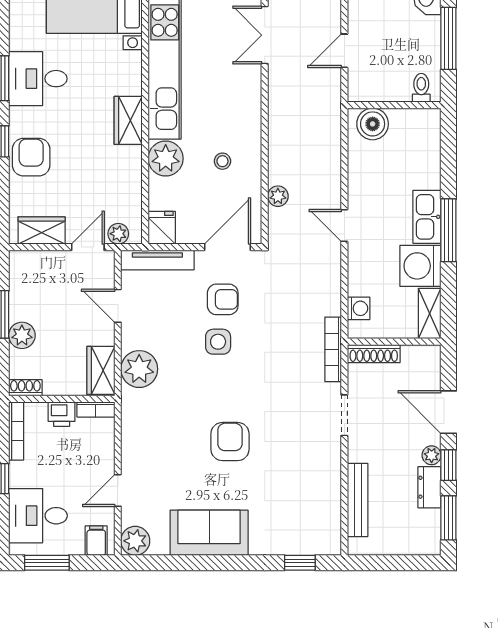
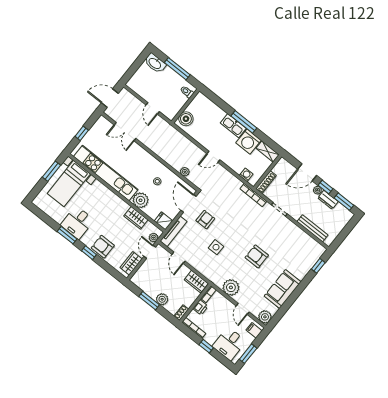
wardrobe: (128, 120) -> (136, 218), moved
door: (118, 306) -> (178, 258), hinge flipped
side table: (218, 342) -> (216, 247), moved
plant: (139, 369) -> (231, 287), moved

